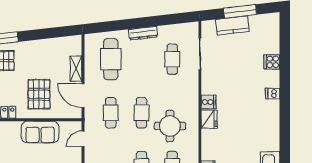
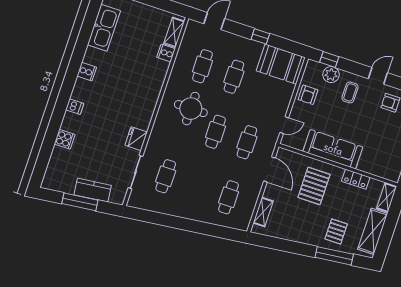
dresser: (143, 33) -> (187, 213), removed
cafe table: (111, 59) -> (229, 197), width x0.73, depth x0.74
shelving: (76, 69) -> (263, 212), moved
cooker: (209, 102) -> (87, 72), moved, turned 180
fridge: (209, 119) -> (136, 139), moved
sofa: (40, 132) -> (333, 149), width x1.36

